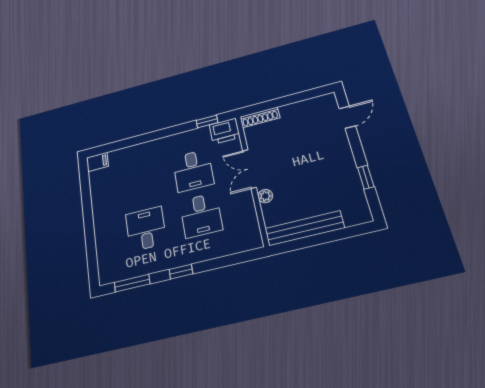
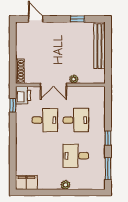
filing cabinet: (97, 162) -> (26, 182), width x2.00
plant: (100, 224) -> (65, 185), added
bench: (304, 228) -> (99, 46), moved

